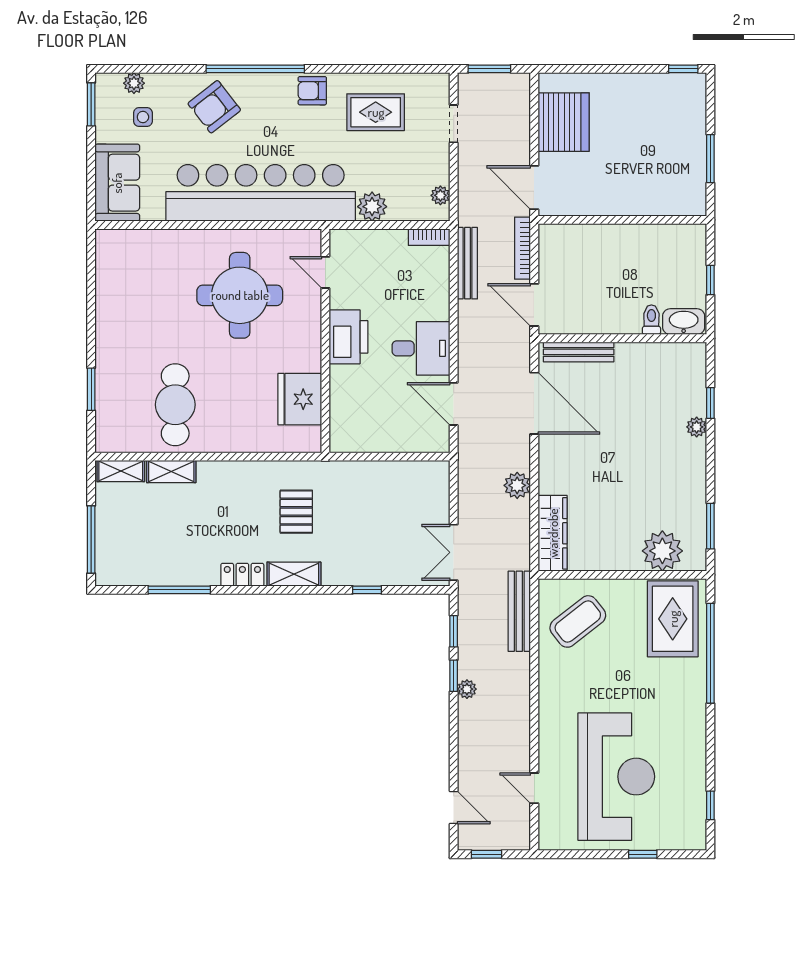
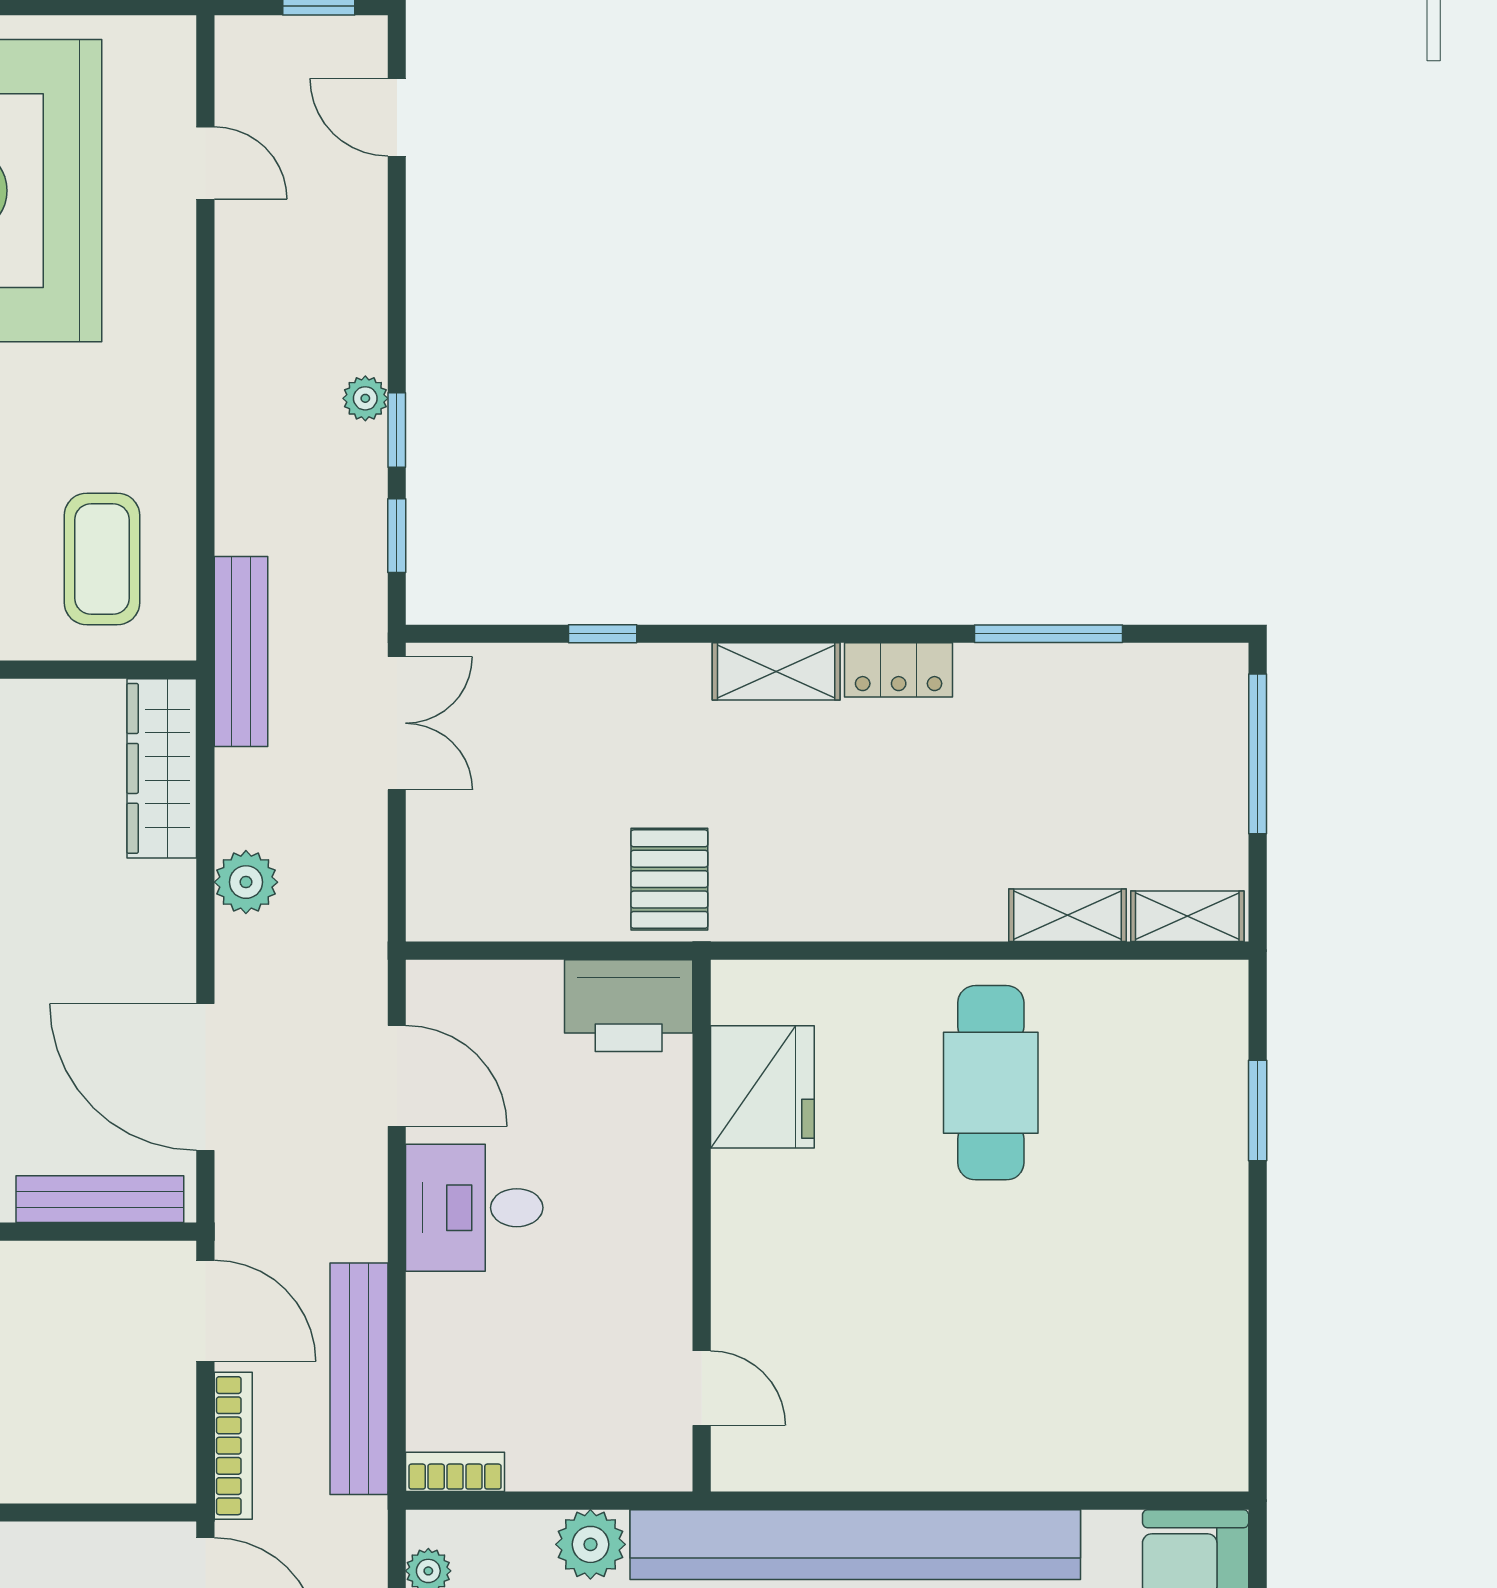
bench: (467, 263) -> (359, 1379), width x1.37, depth x1.21
round table: (240, 295) -> (905, 1334), removed
printer: (348, 337) -> (629, 1006), moved, turned -90
cafe table: (175, 405) -> (991, 1083), moved
pallet: (296, 512) -> (669, 879), moved
bench: (519, 611) -> (241, 651), moved
coffee table: (578, 621) -> (102, 559), turned -52

